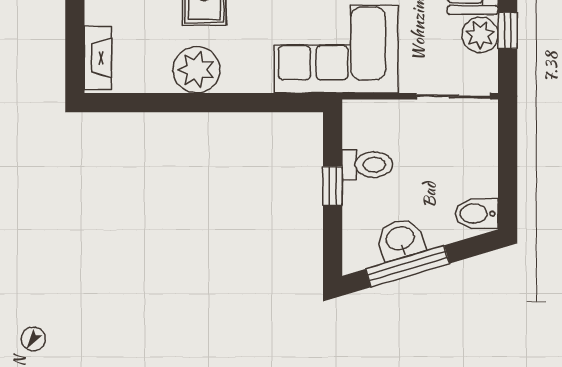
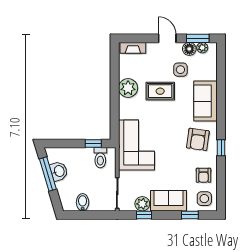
toilet: (367, 165) -> (100, 158), moved
window: (333, 186) -> (93, 144), moved
bidet: (477, 214) -> (83, 202), moved

